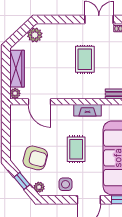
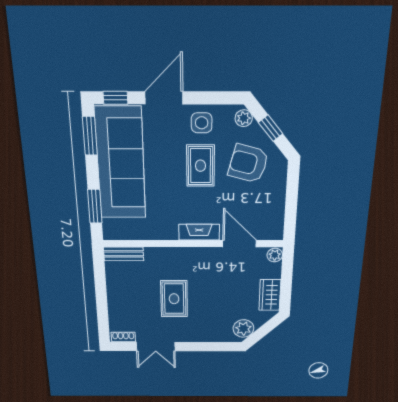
wardrobe: (17, 69) -> (270, 295), width x0.67
fireplace: (87, 110) -> (199, 232), moved
rug: (76, 149) -> (200, 166), moved

